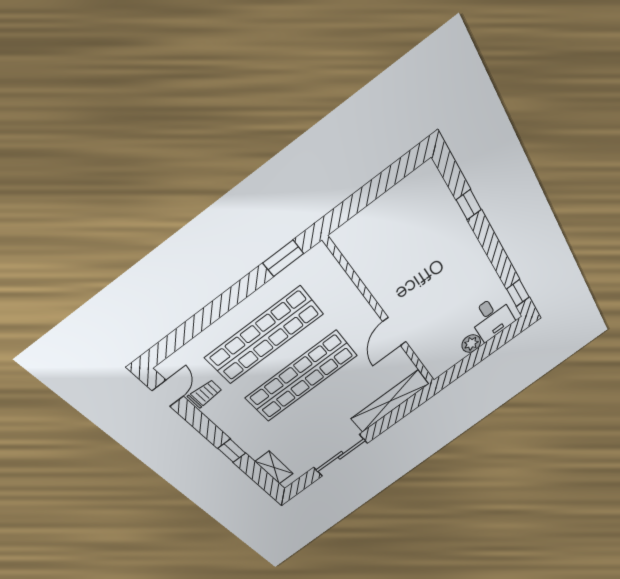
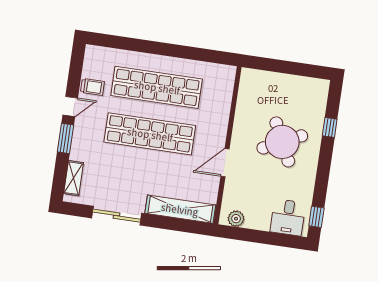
window: (283, 258) -> (209, 56), removed
round table: (433, 263) -> (282, 142), added
plant: (471, 344) -> (236, 219), moved
door: (168, 393) -> (70, 107), moved
window: (232, 451) -> (65, 138), width x1.50

